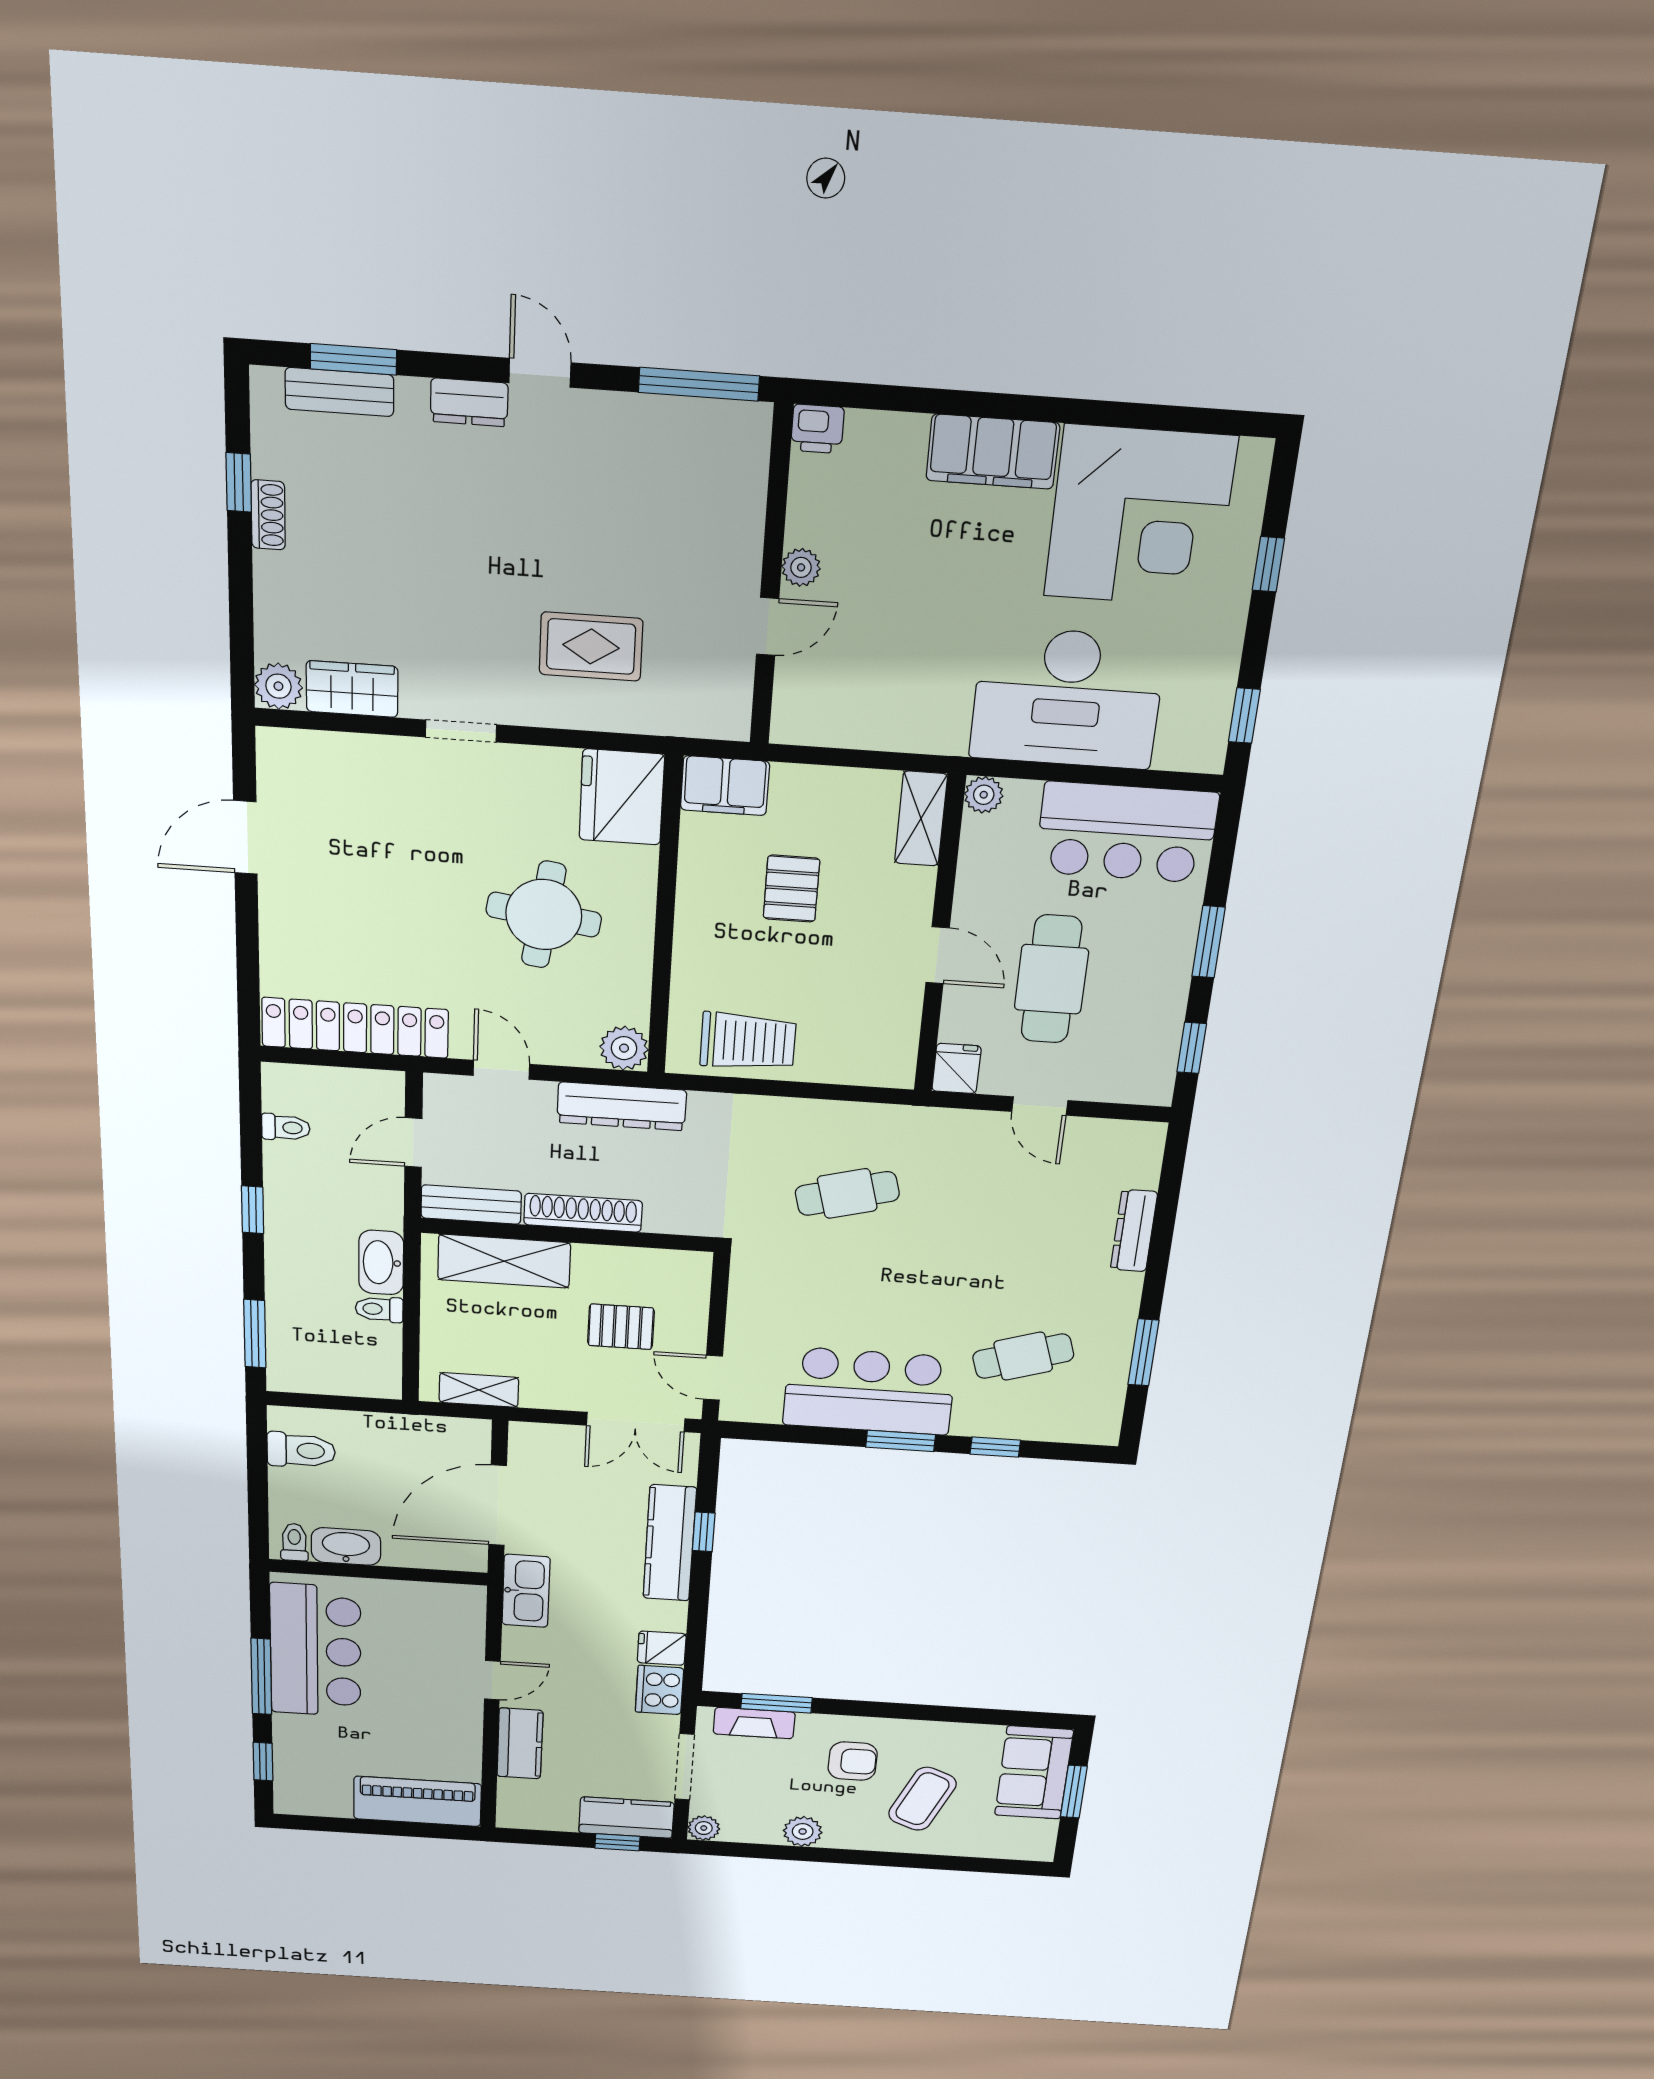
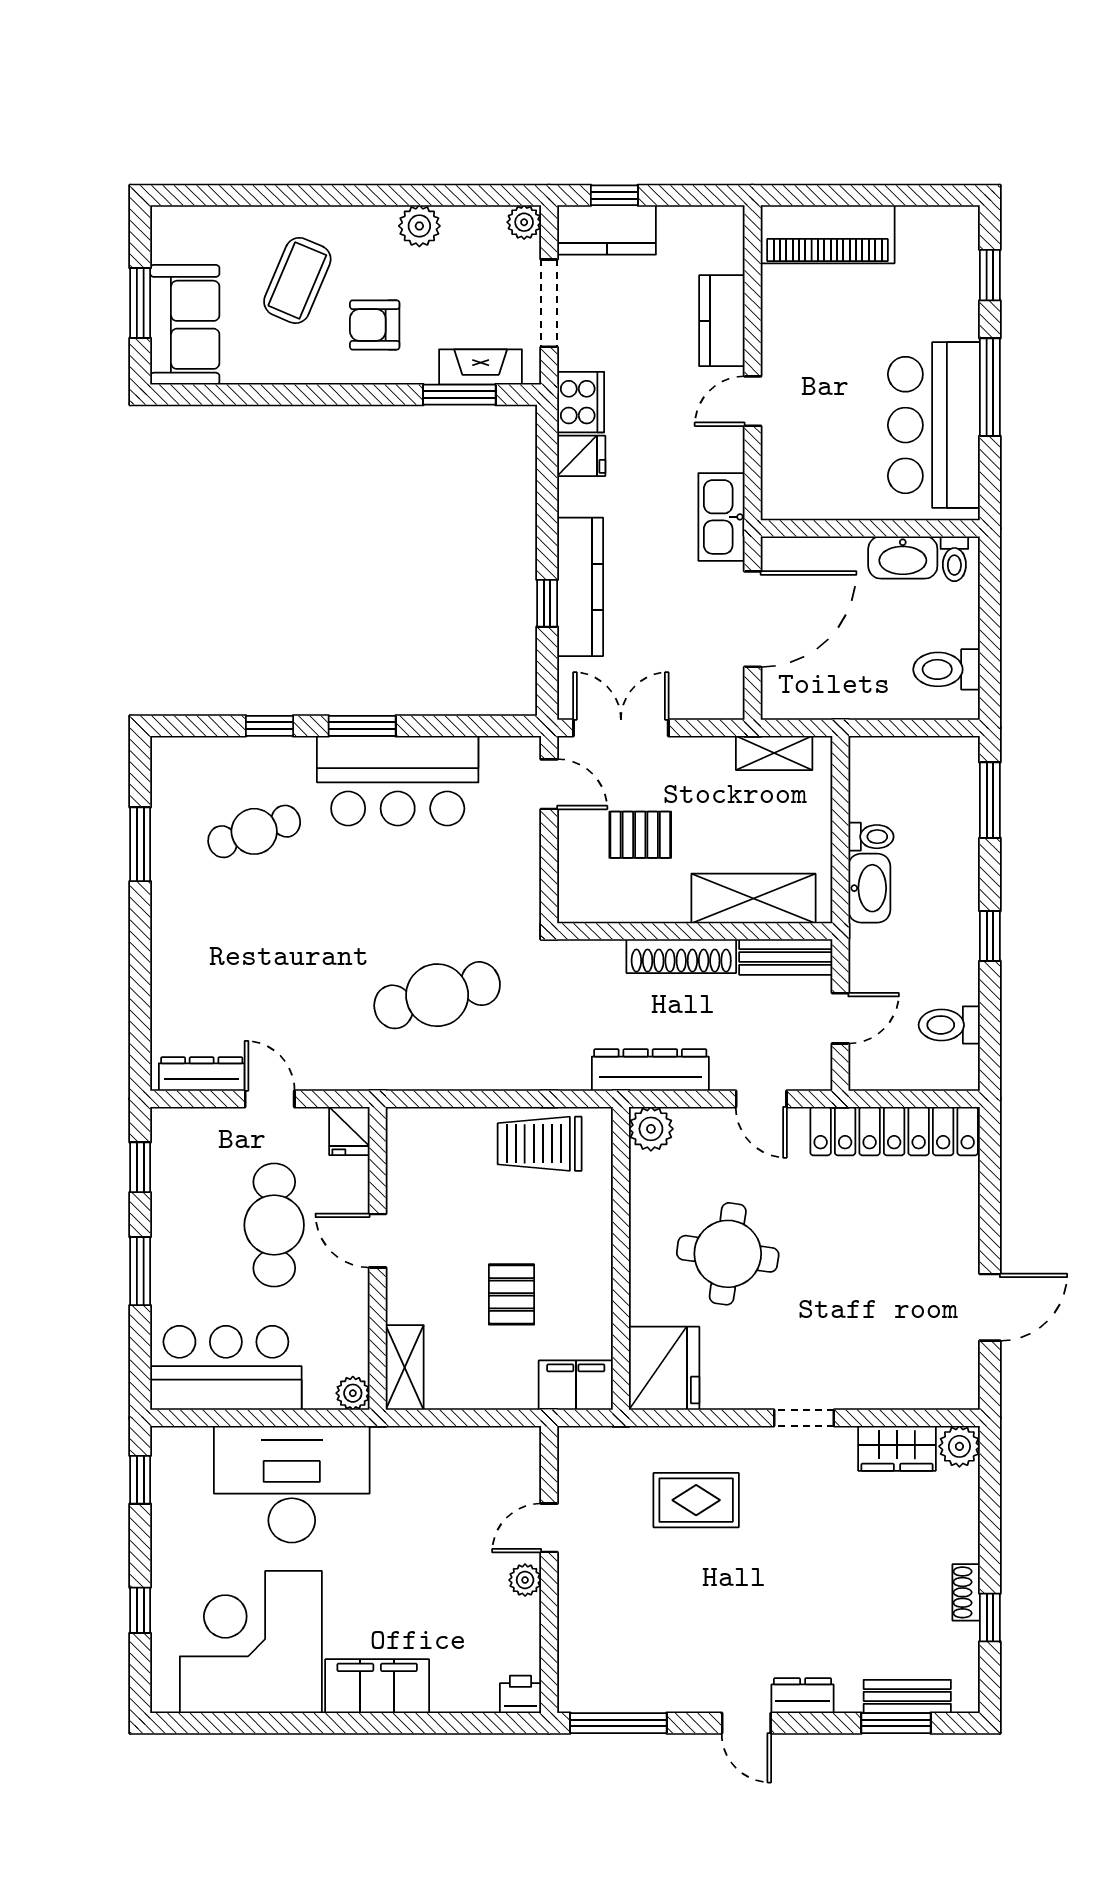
toilet: (286, 1127) -> (949, 1025), width x1.37, depth x1.39
cafe table: (847, 1193) -> (437, 995), width x1.37, depth x1.35
dresser: (1134, 1231) -> (202, 1074), moved, turned -90

